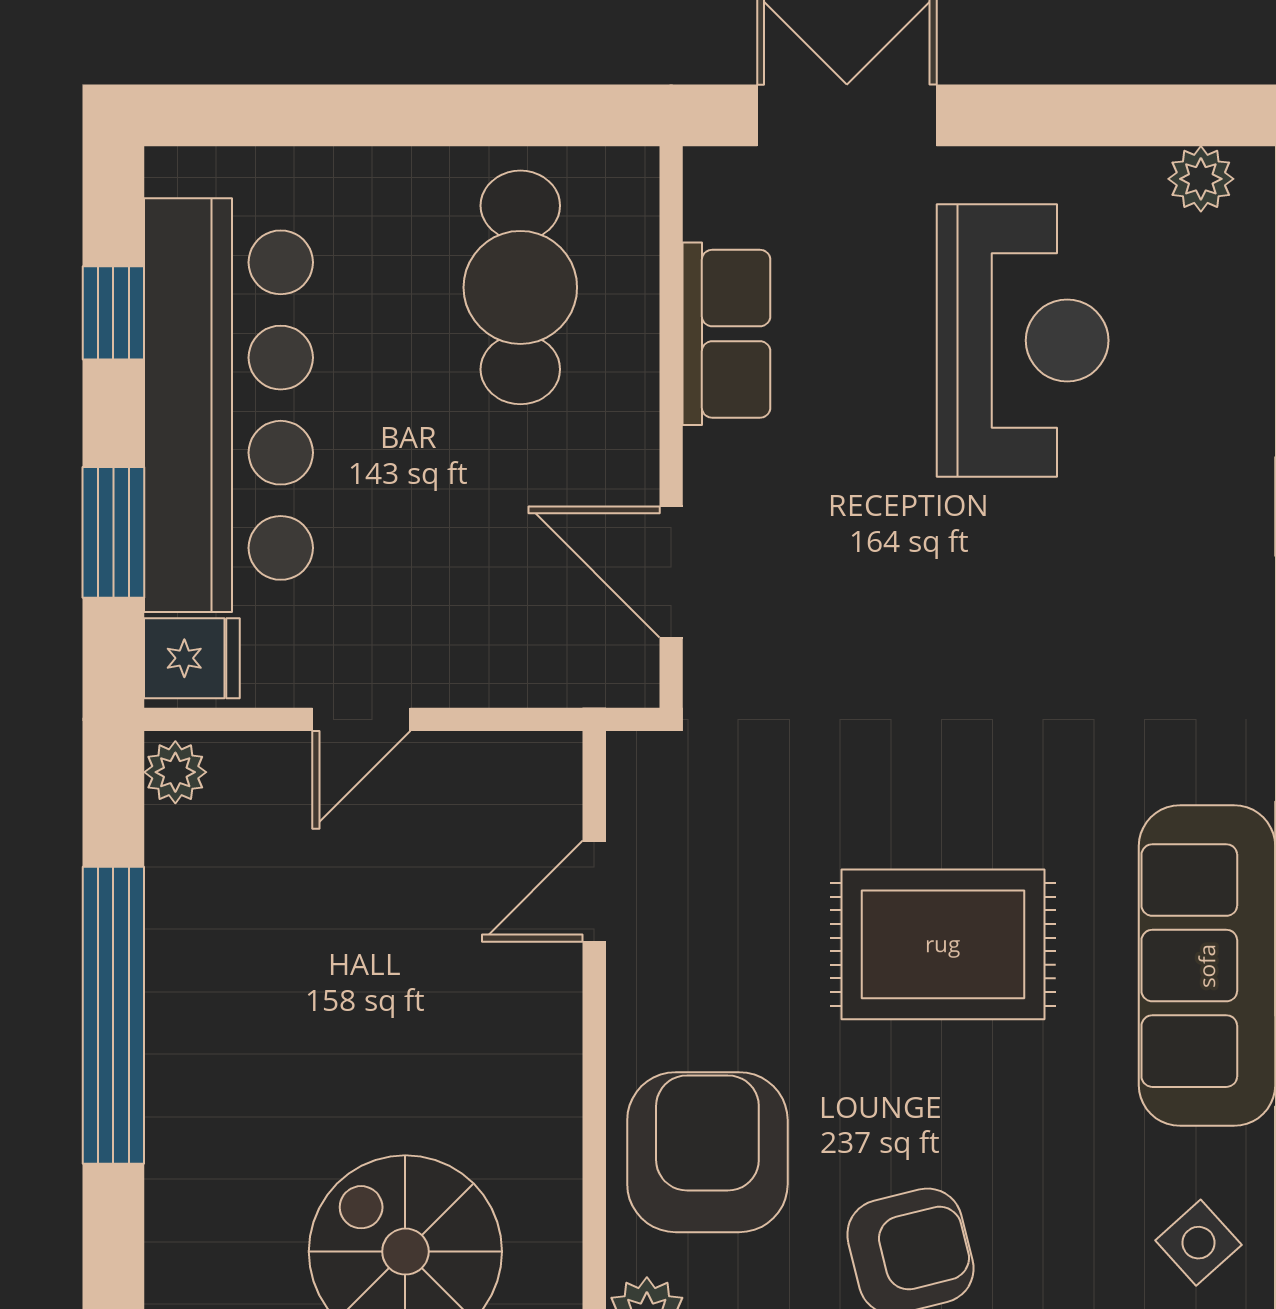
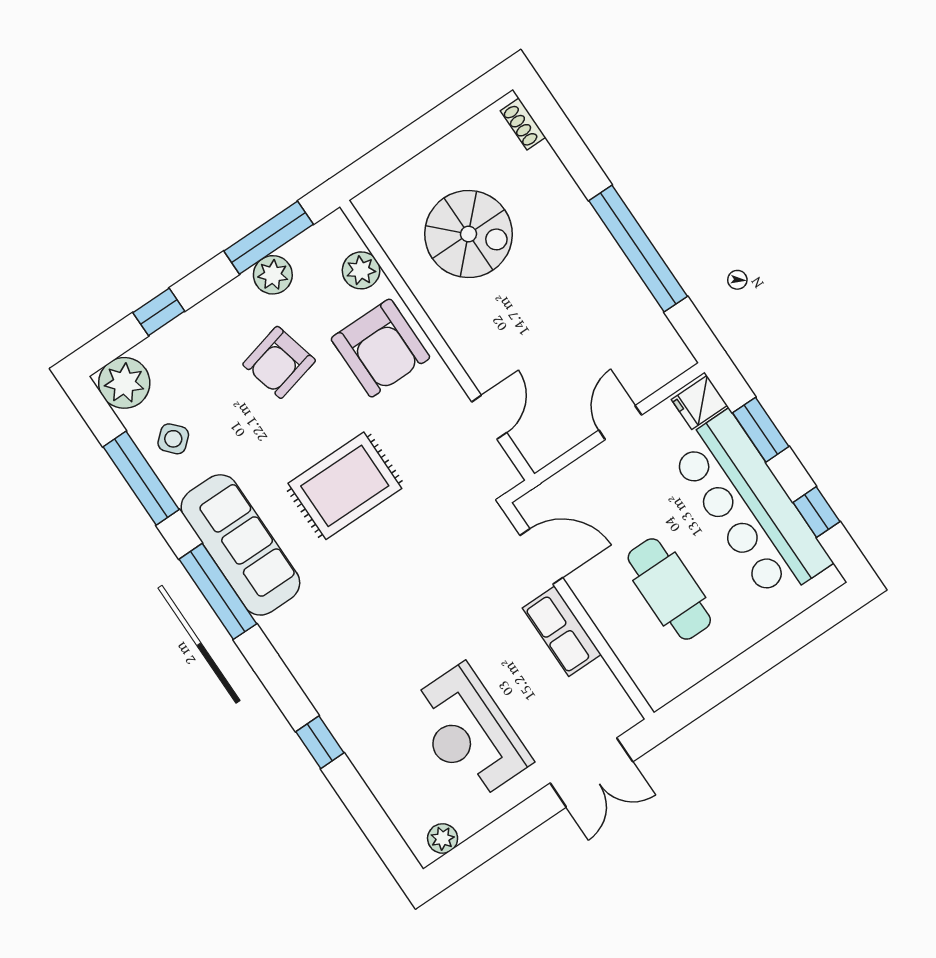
cafe table: (520, 287) -> (669, 589), moved
row of seats: (726, 334) -> (562, 631), moved
plant: (175, 772) -> (677, 355), removed

